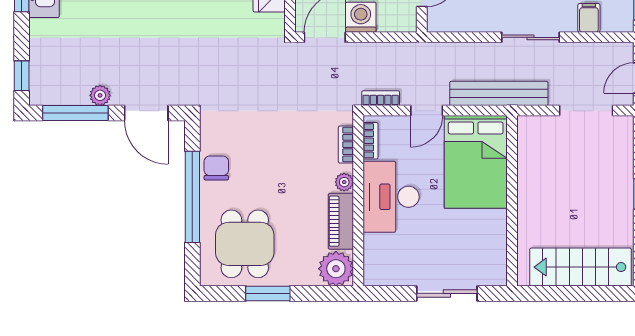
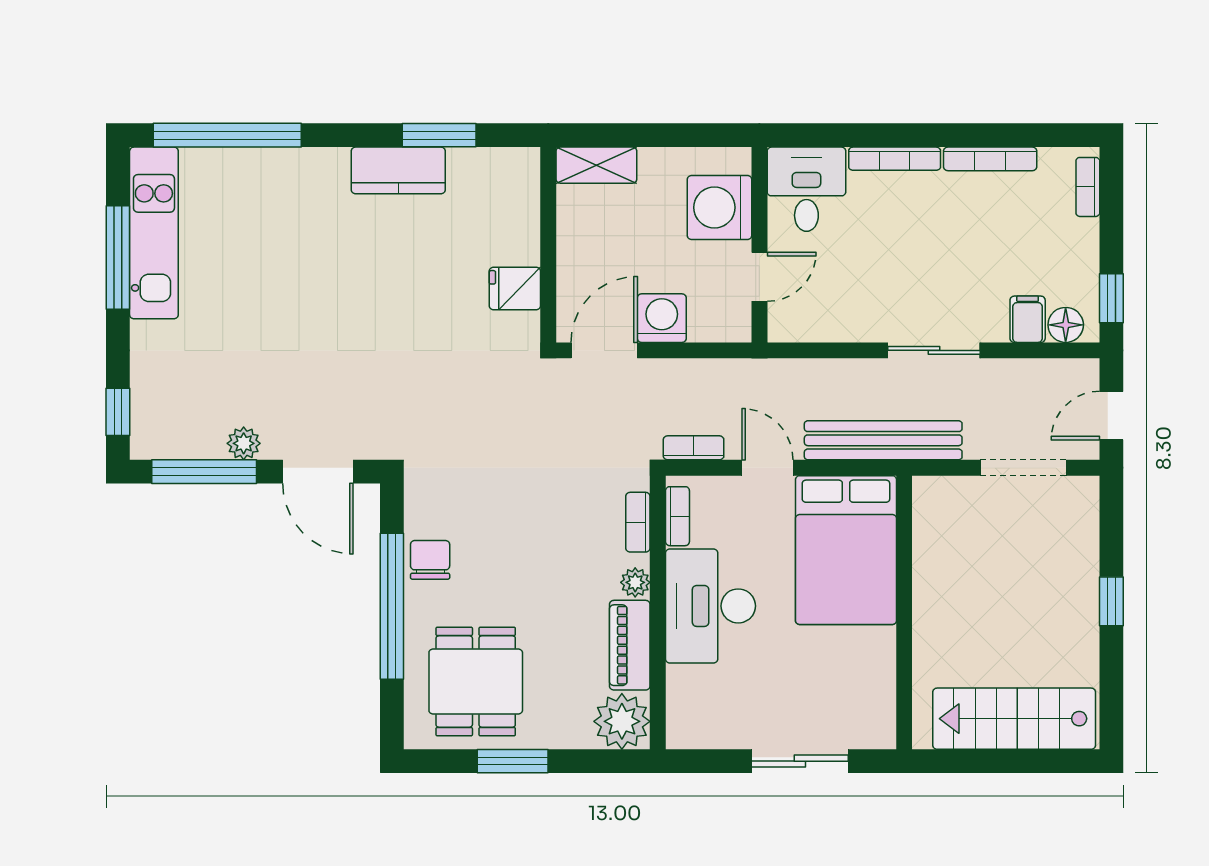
floor lamp: (613, 21) -> (1066, 325), added
door: (427, 111) -> (767, 468), swing flipped

